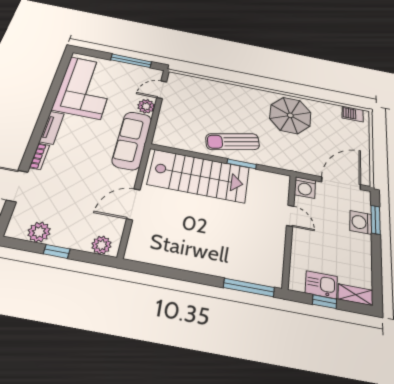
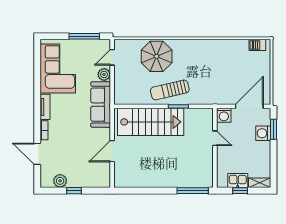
parasol: (290, 115) -> (157, 56), moved
plant: (101, 245) -> (99, 182), removed

